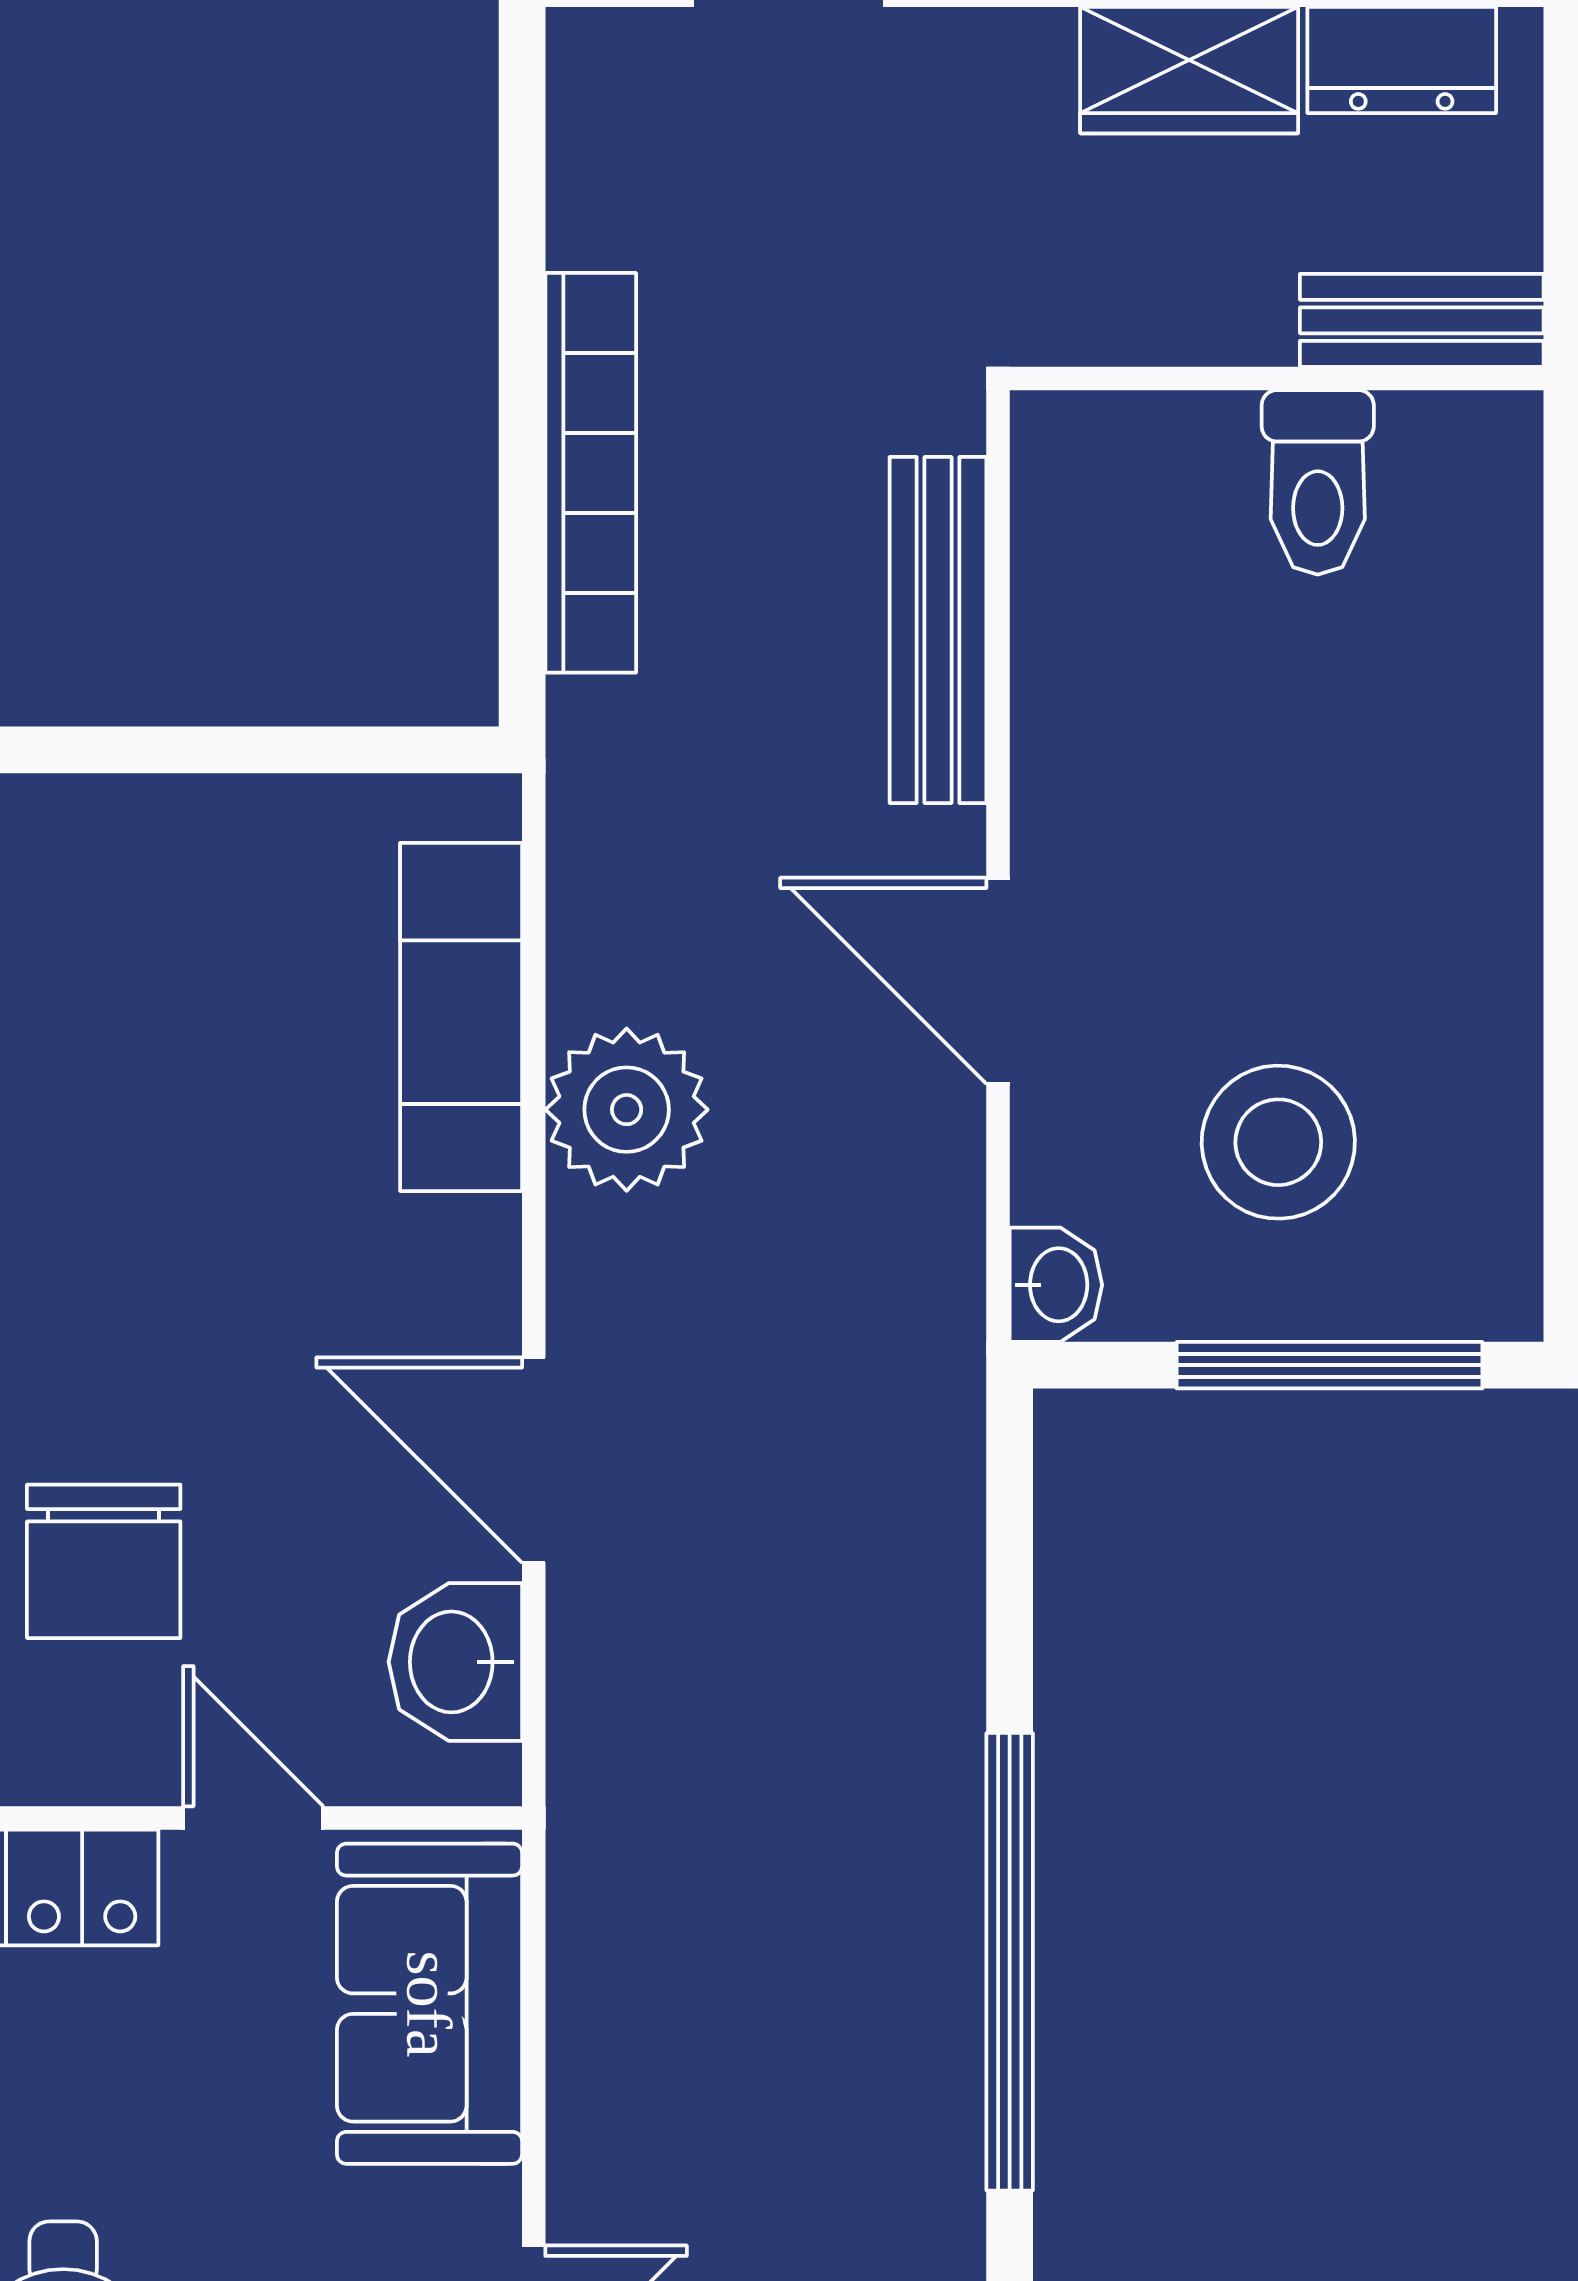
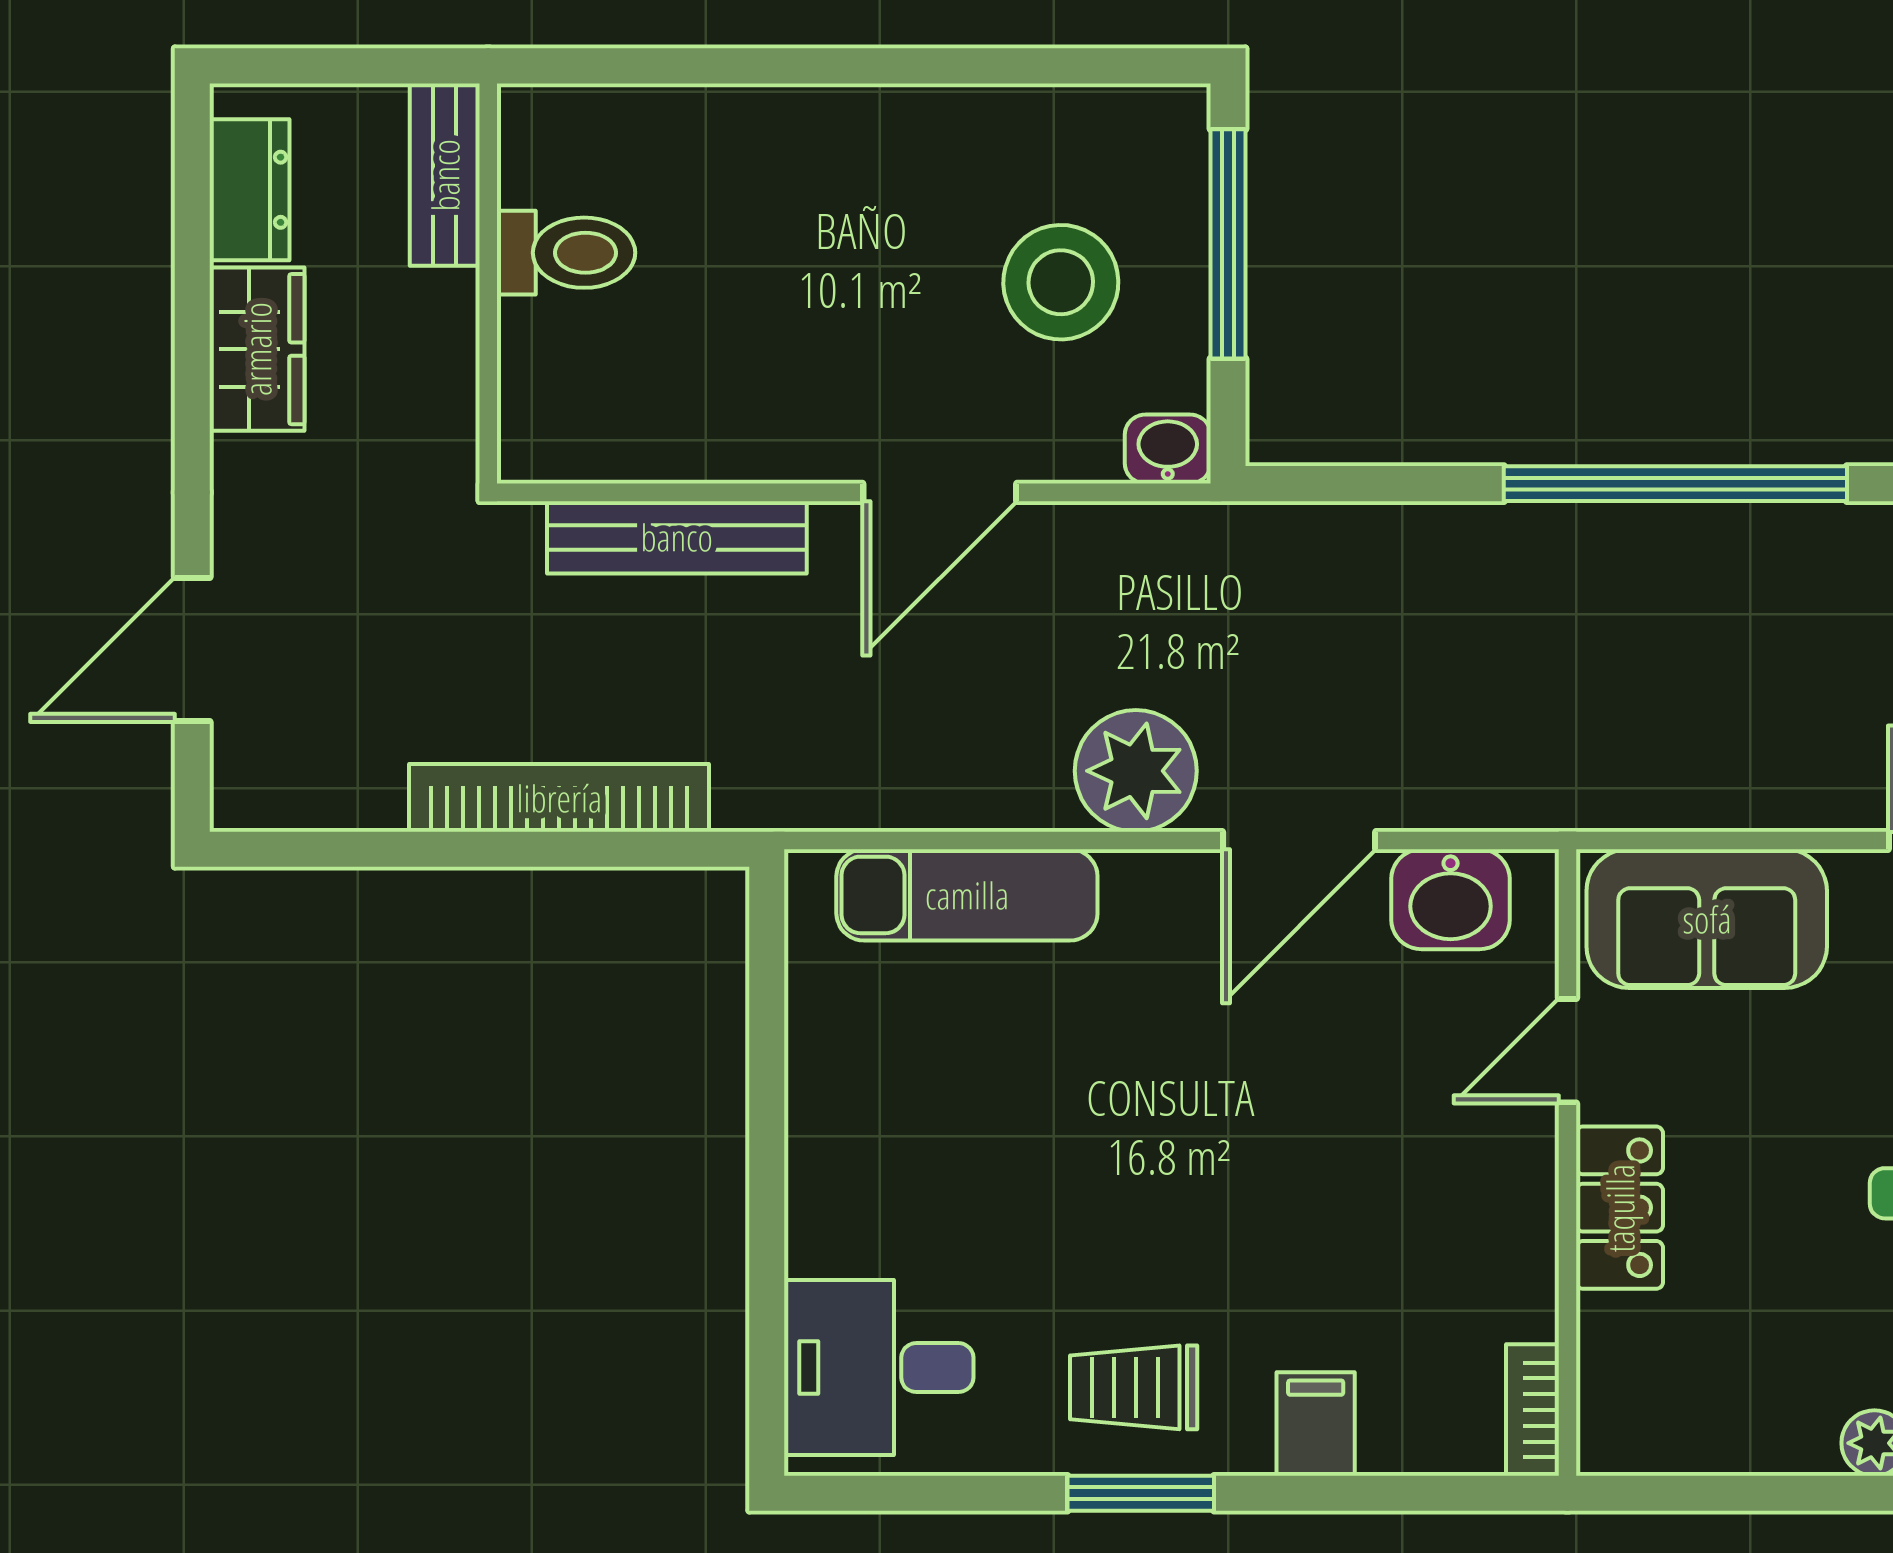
plant: (627, 1110) -> (1136, 771), moved
chair: (104, 1561) -> (1375, 1163), removed

